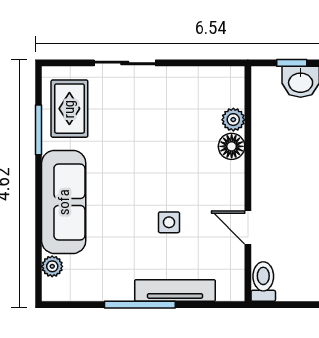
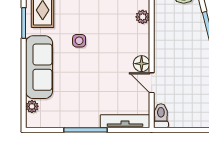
floor lamp: (232, 146) -> (142, 64), moved
side table: (169, 222) -> (79, 41), moved
tv unit: (175, 290) -> (125, 121), moved

